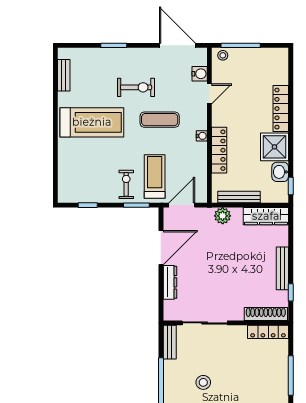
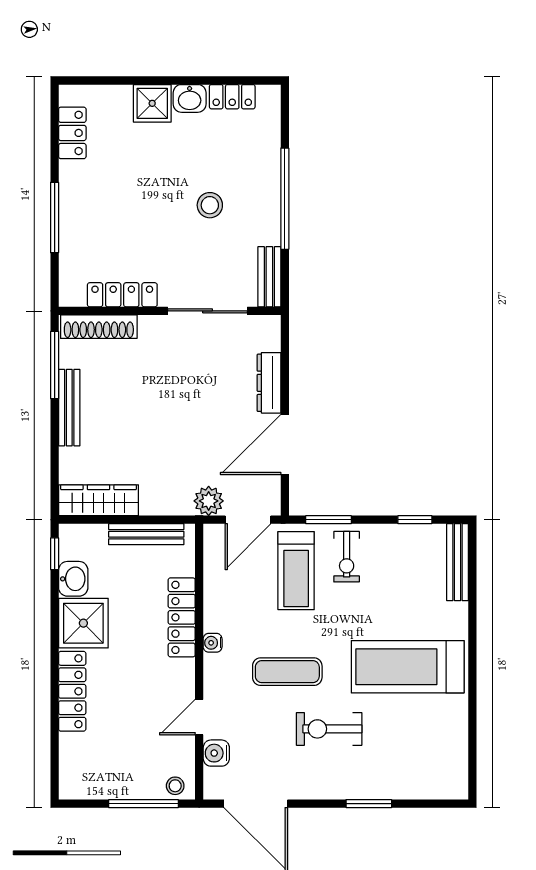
bench: (64, 75) -> (458, 562), moved, width x1.36
plant: (223, 216) -> (209, 501), moved
window: (291, 292) -> (55, 365), width x2.17
locker: (268, 332) -> (122, 295), moved

